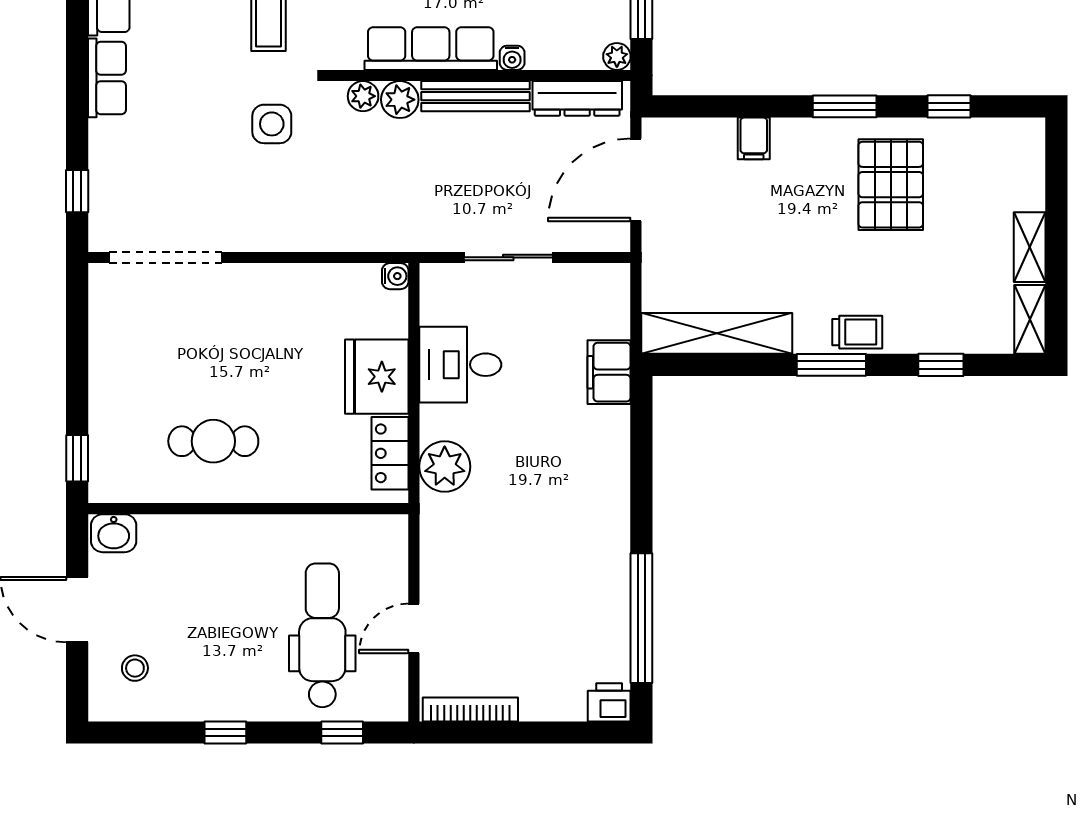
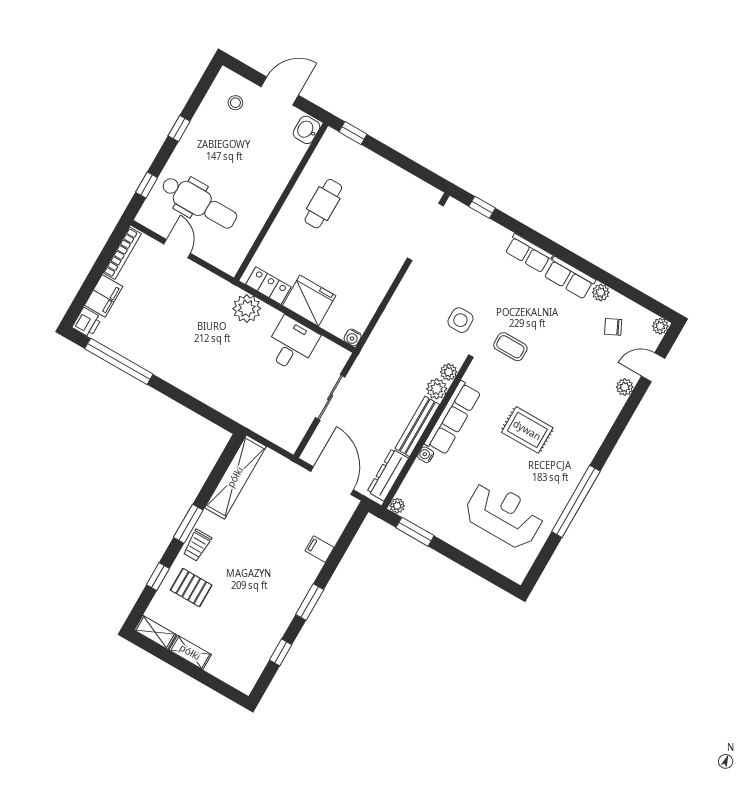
pallet: (891, 185) -> (191, 588), moved, width x0.67, depth x0.71
filing cabinet: (609, 372) -> (104, 296), moved, turned 90

